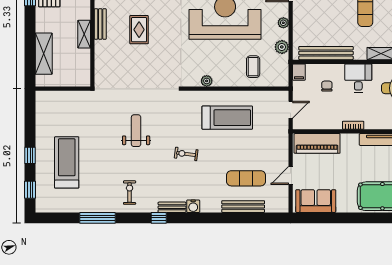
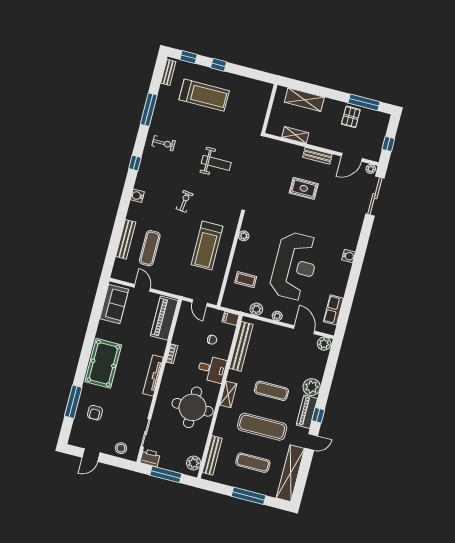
shelving: (84, 34) -> (295, 135), moved
bench: (172, 207) -> (168, 72), moved

